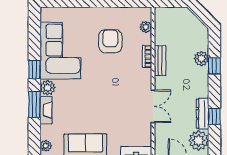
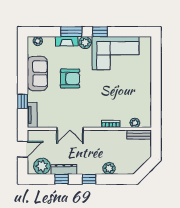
armchair: (110, 41) -> (70, 78), moved
bench: (160, 61) -> (139, 135), moved
window: (214, 66) -> (89, 179), moved

